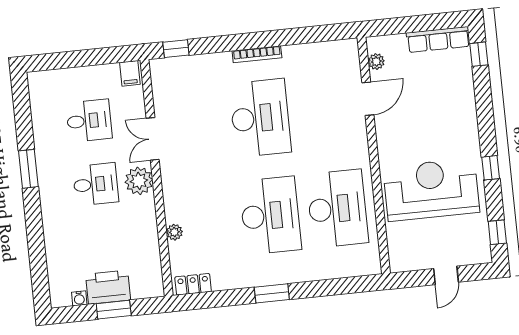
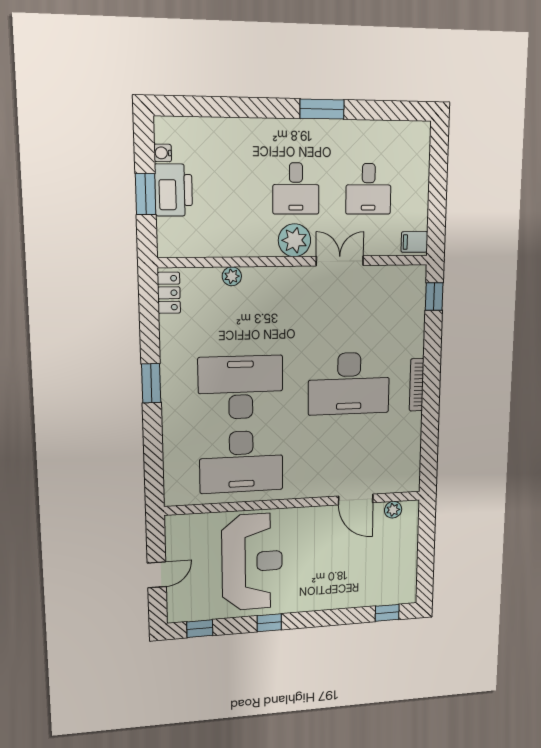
row of seats: (438, 39) -> (407, 573), removed
desk: (270, 215) -> (241, 387), turned 180
door: (446, 275) -> (157, 575), swing flipped

